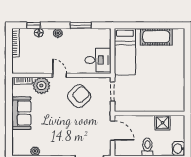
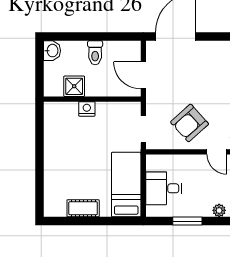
cot: (156, 37) -> (83, 208), width x0.73, depth x0.75
desk: (98, 60) -> (164, 188), moved
nightstand: (153, 106) -> (87, 109), added

